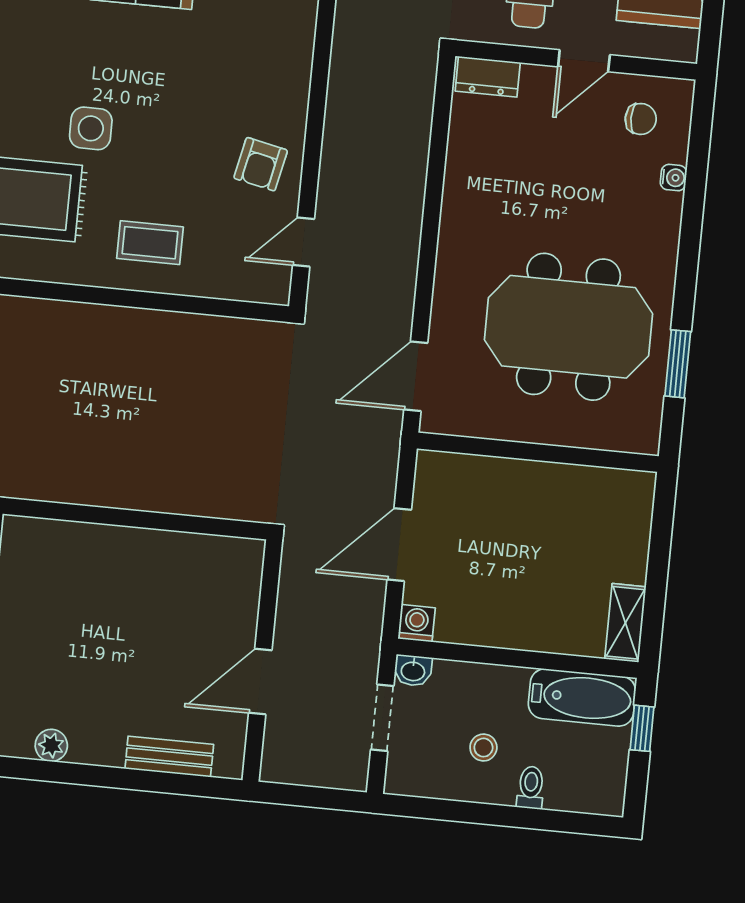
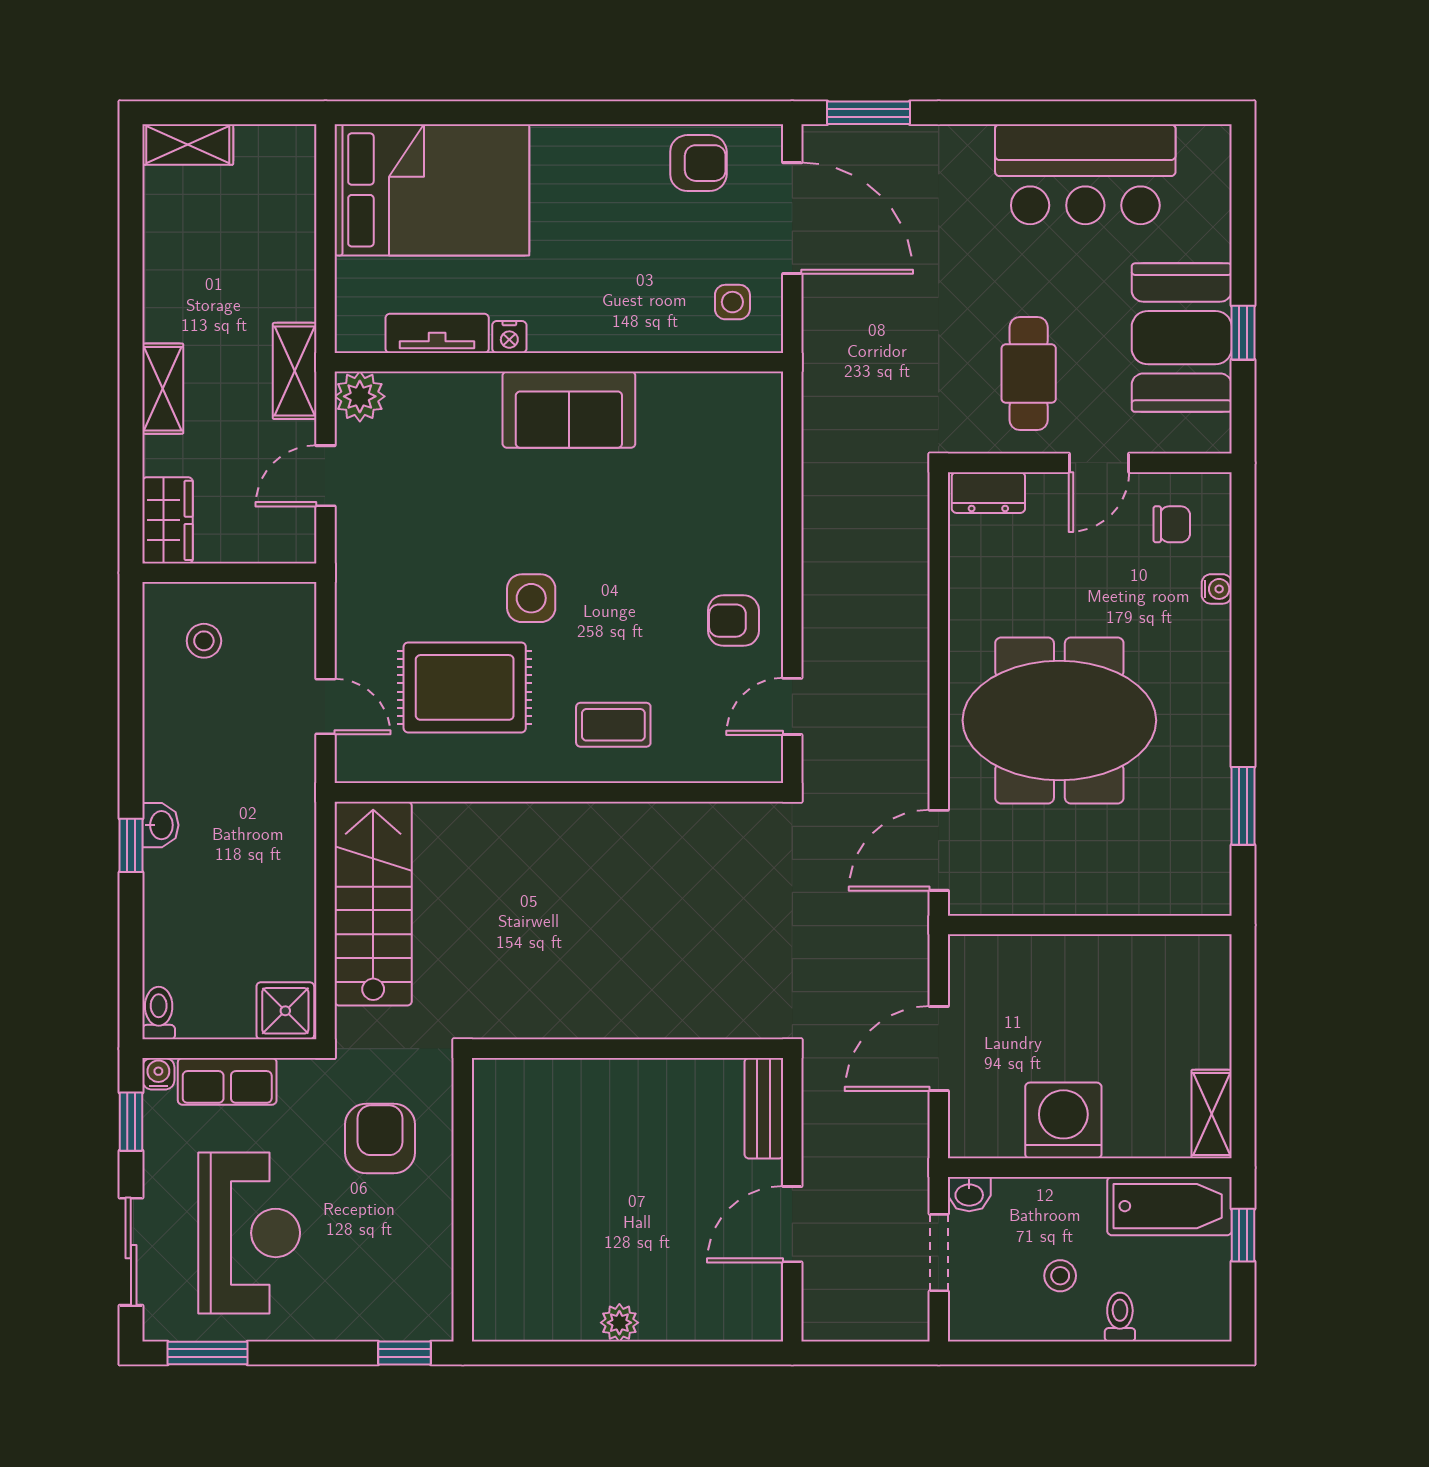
armchair: (261, 164) -> (734, 621), turned 78
meeting table: (568, 327) -> (1059, 720), moved
washing machine: (417, 623) -> (1063, 1120), moved, width x1.89, depth x1.89
plant: (51, 745) -> (619, 1323), moved
bench: (169, 757) -> (764, 1108), moved, turned 90

